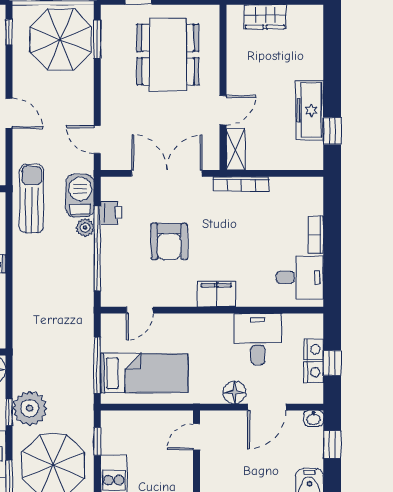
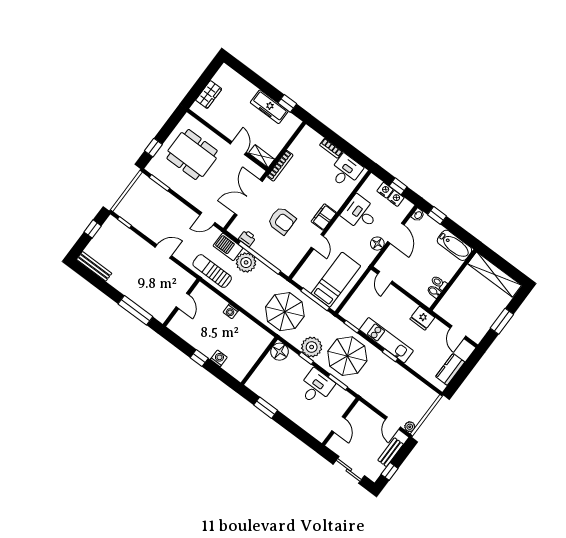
parasol: (61, 40) -> (285, 312), moved
plant: (85, 228) -> (246, 262), width x1.88, depth x1.88
door: (140, 310) -> (317, 242), moved

